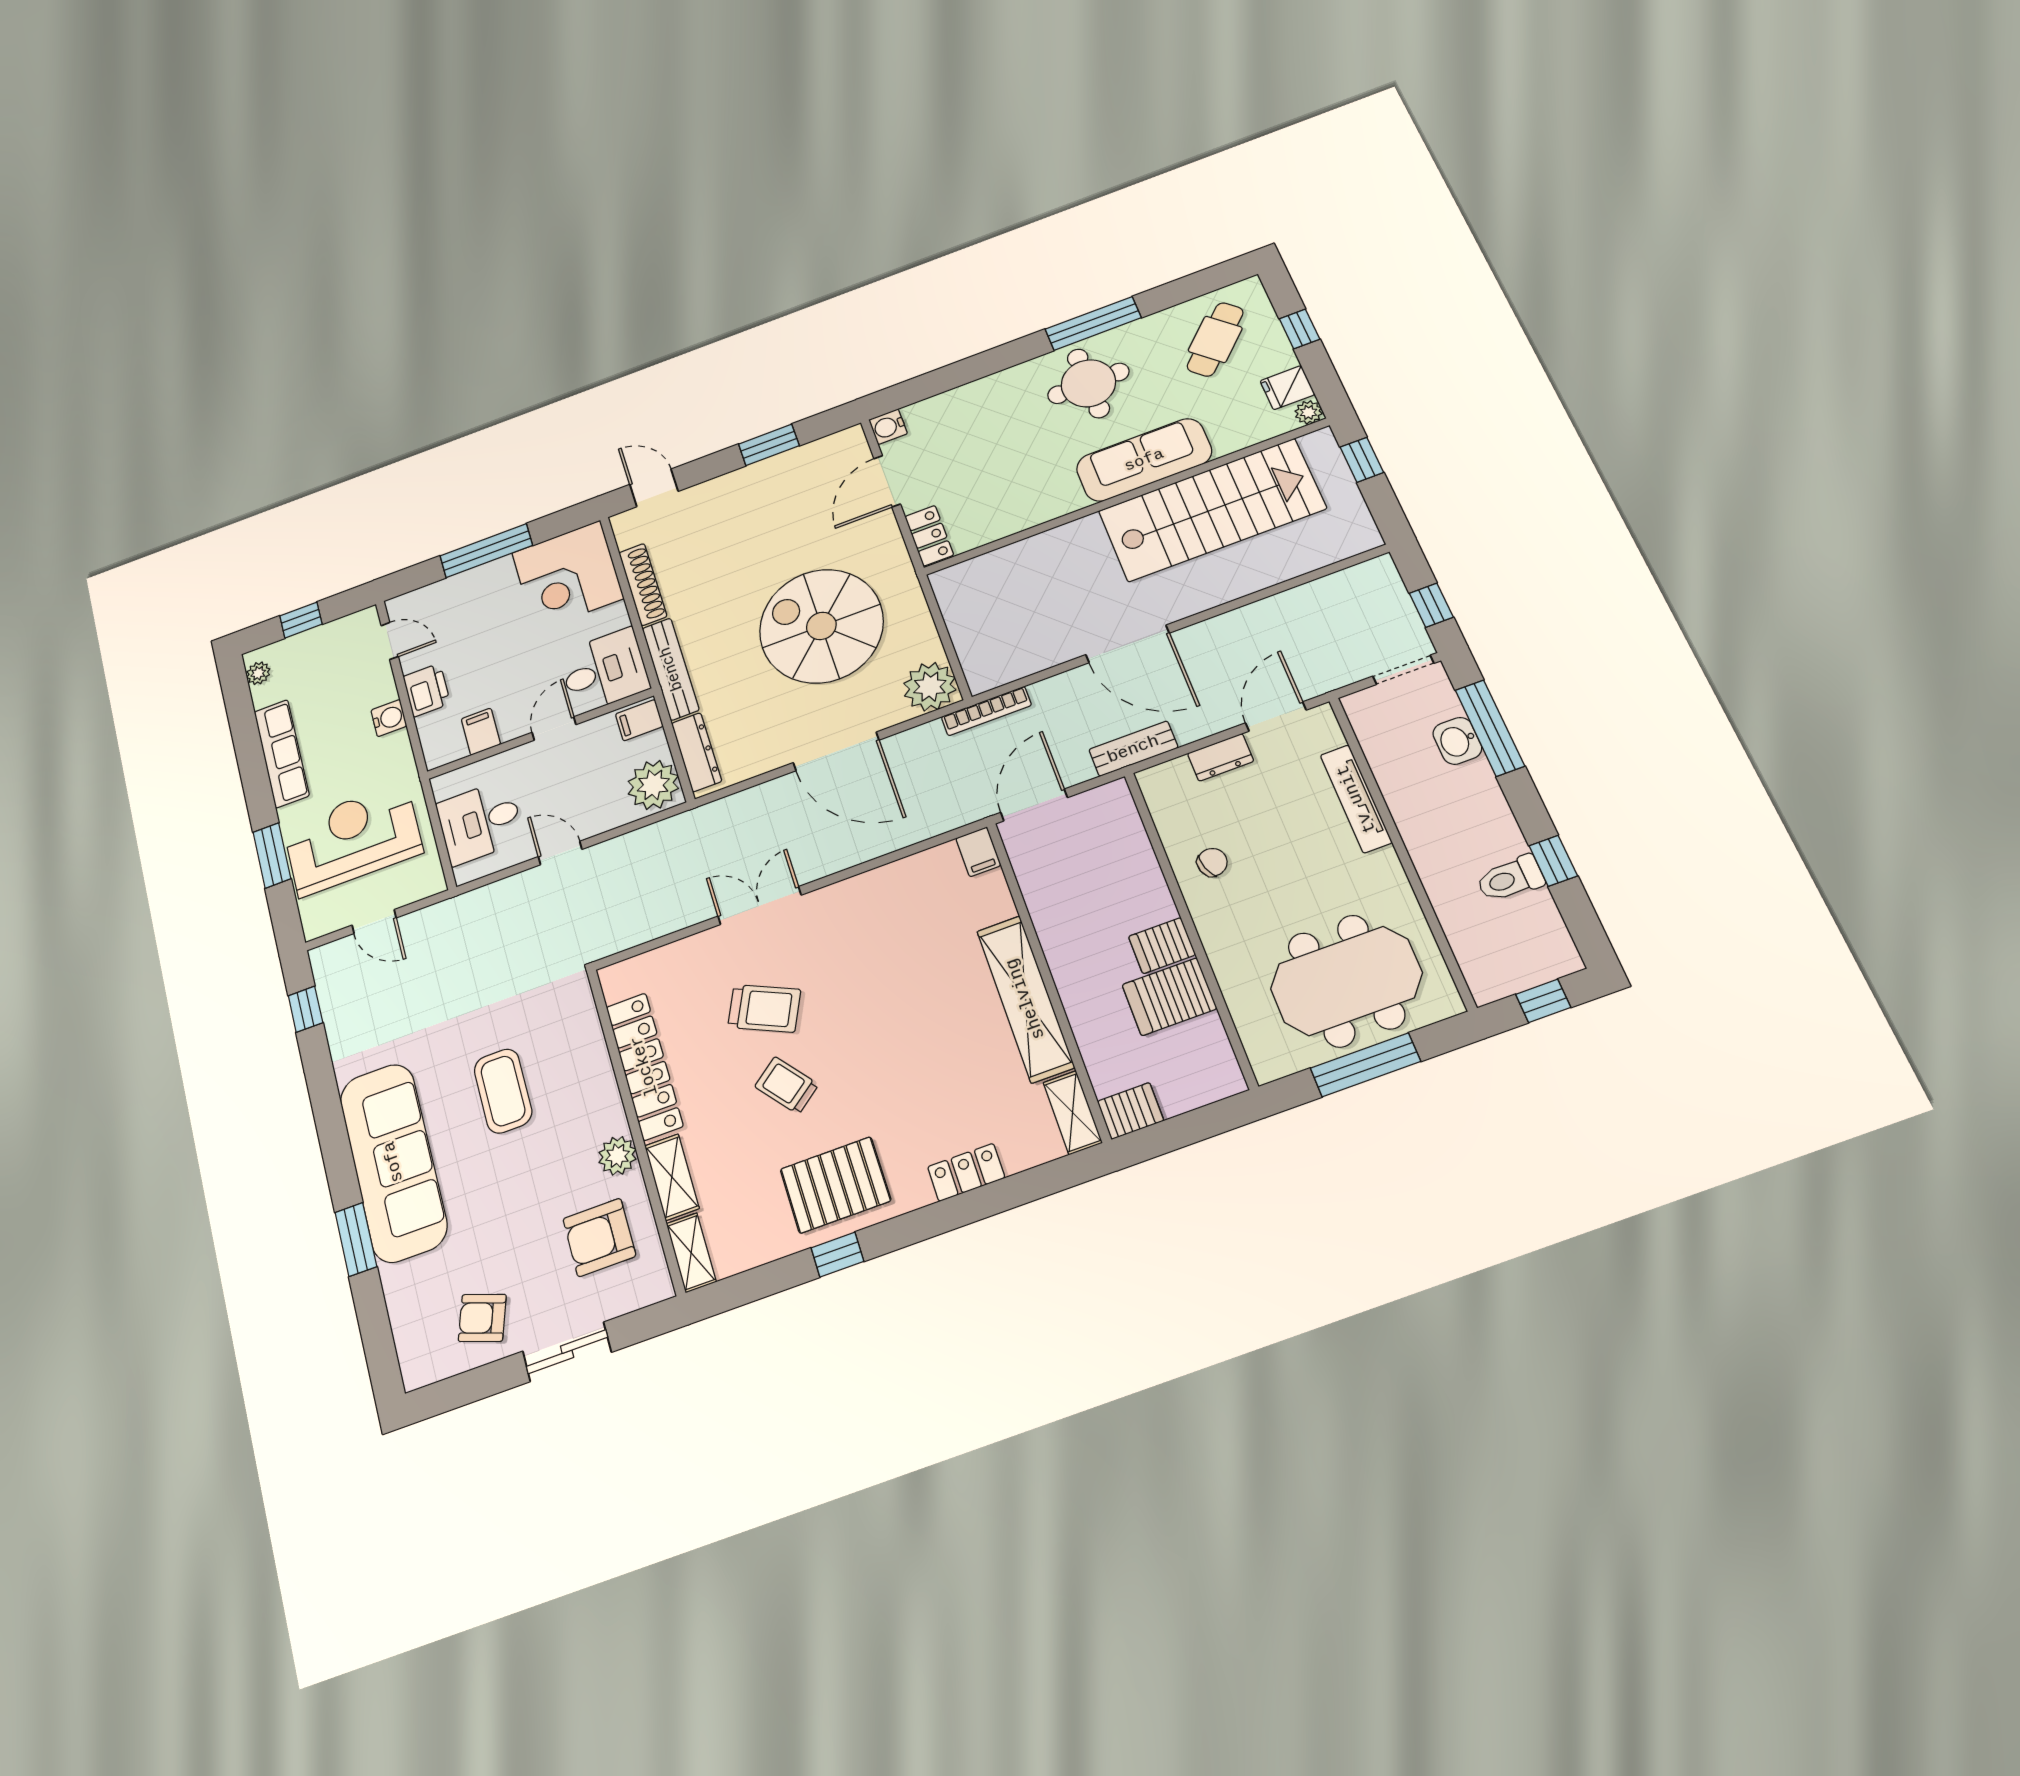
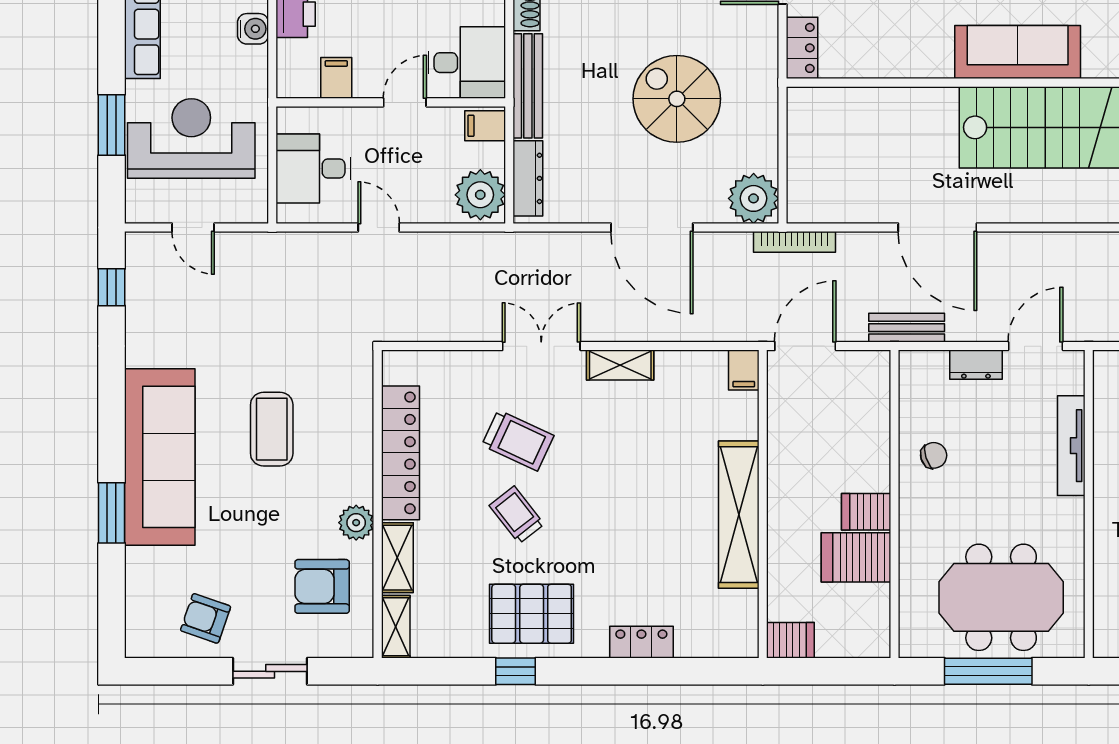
spiral stairs: (821, 626) -> (677, 99), width x0.73, depth x0.73
shelving: (1073, 1113) -> (620, 365), moved, turned 90

